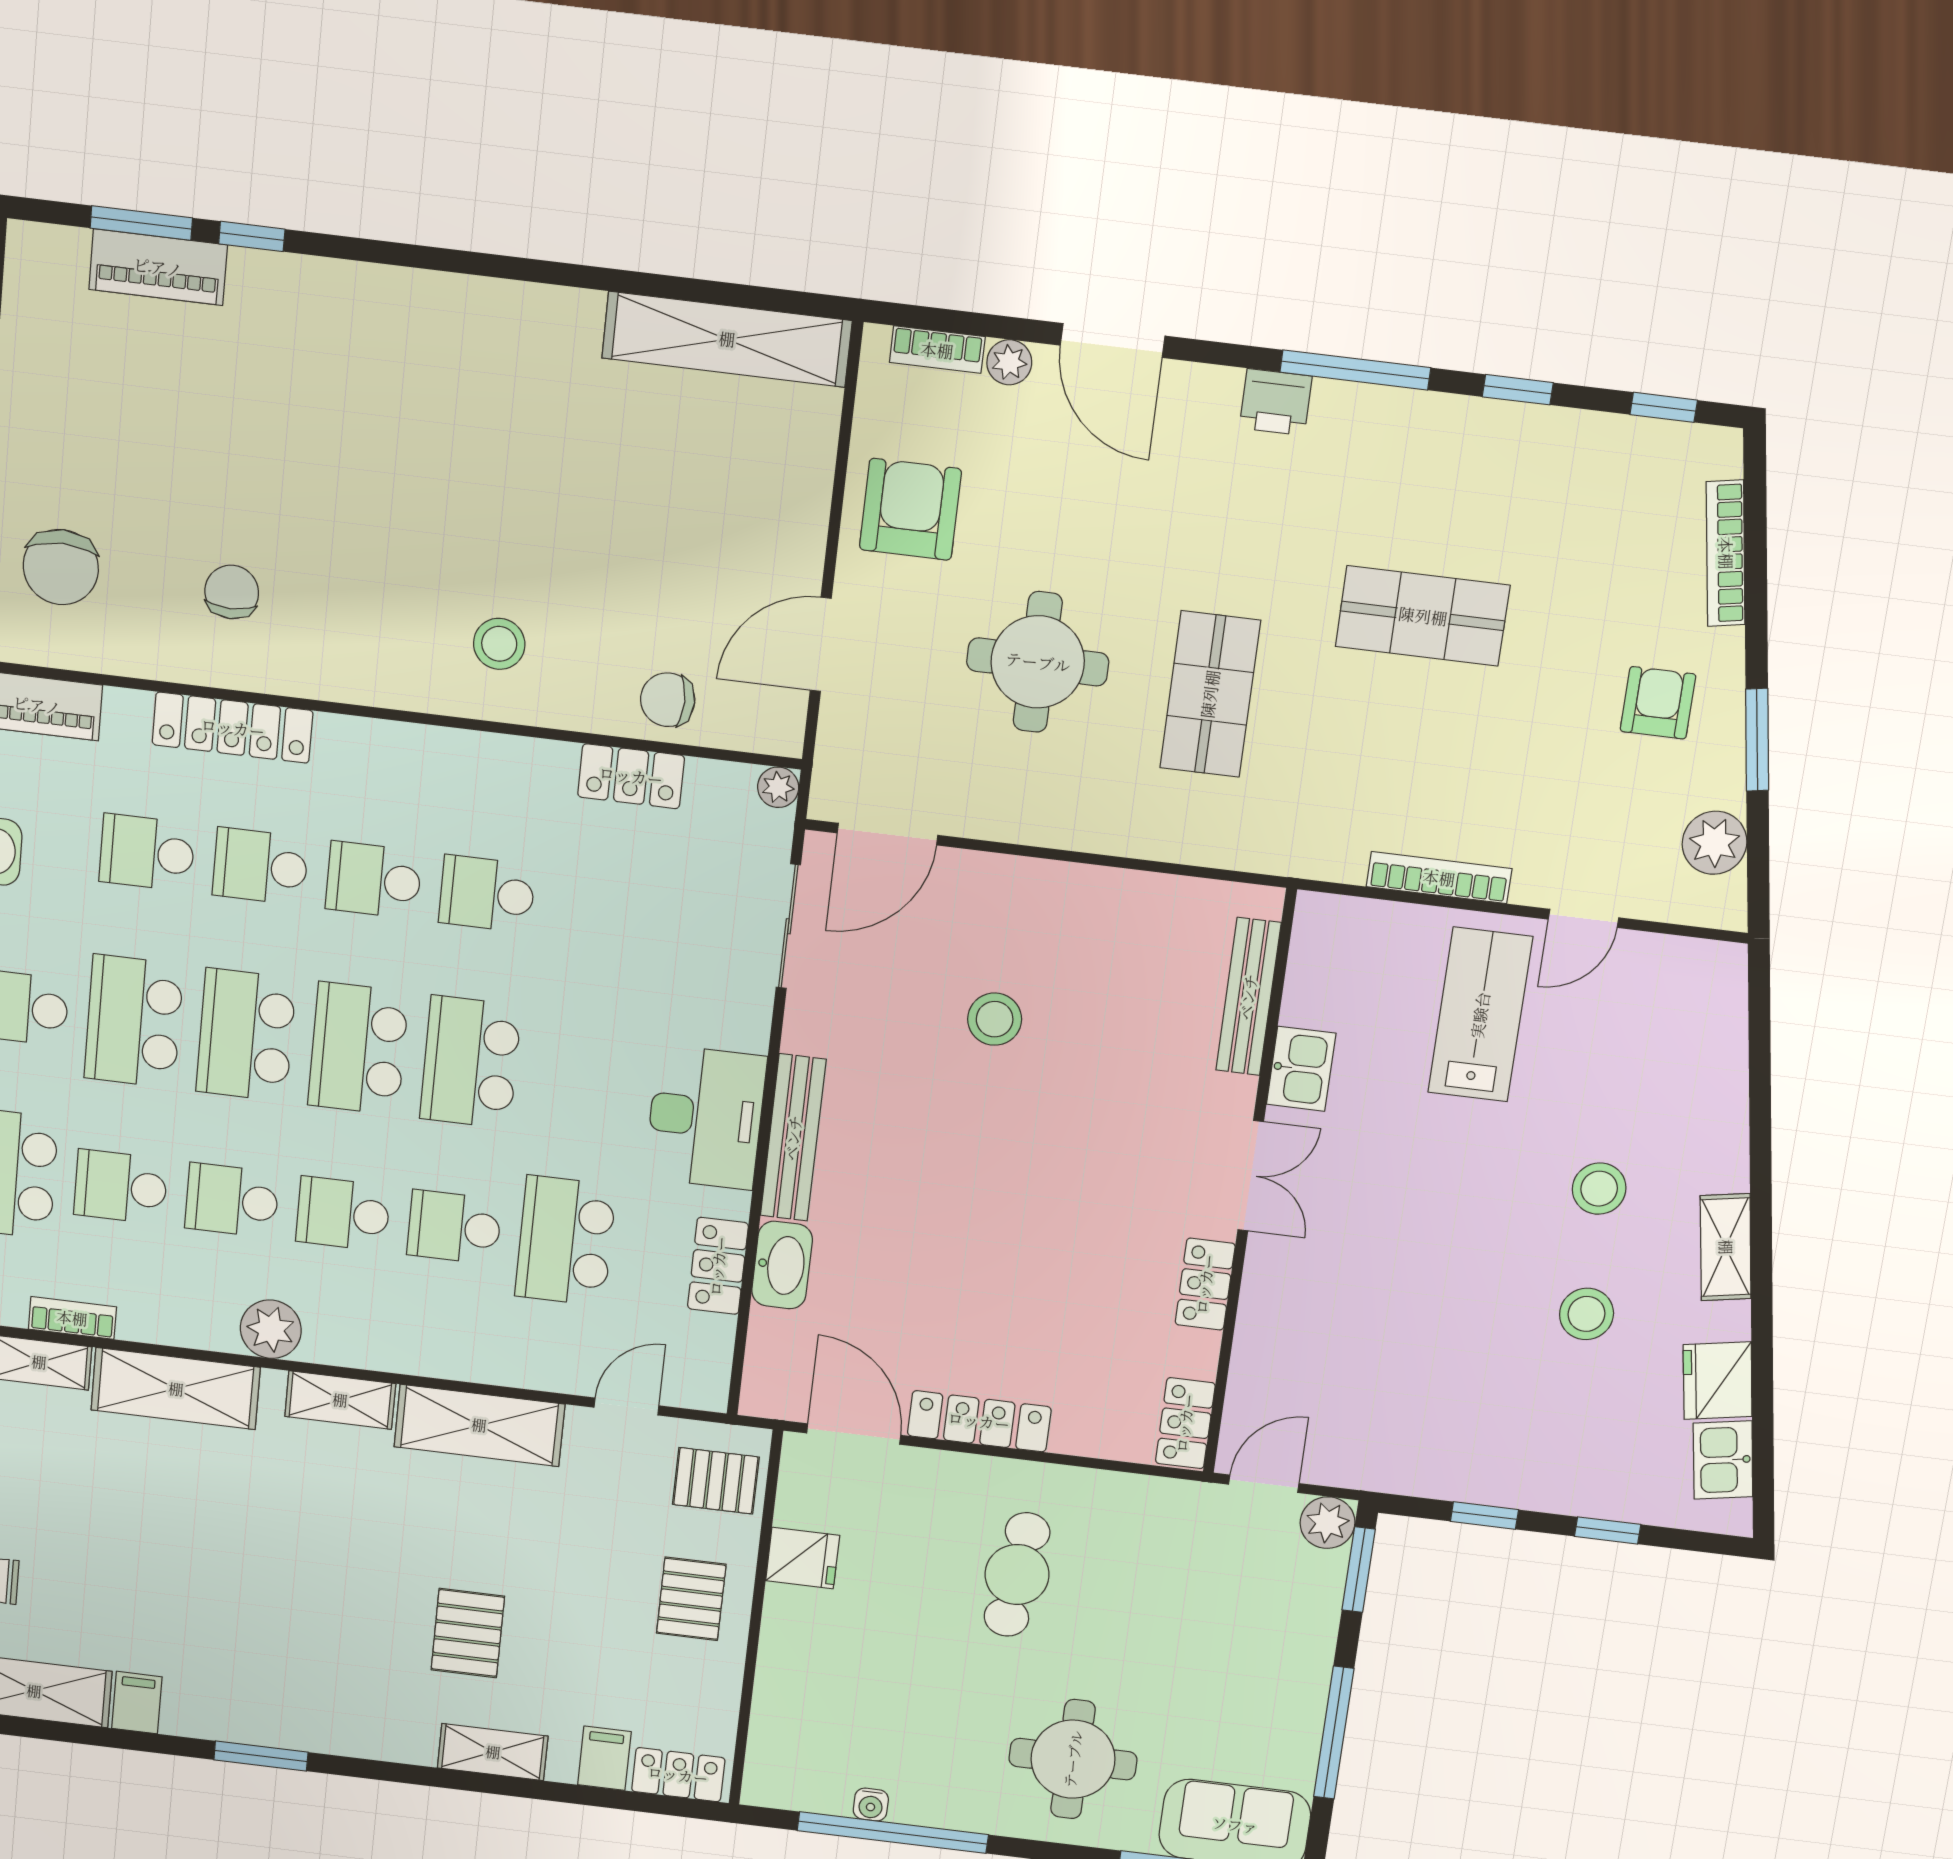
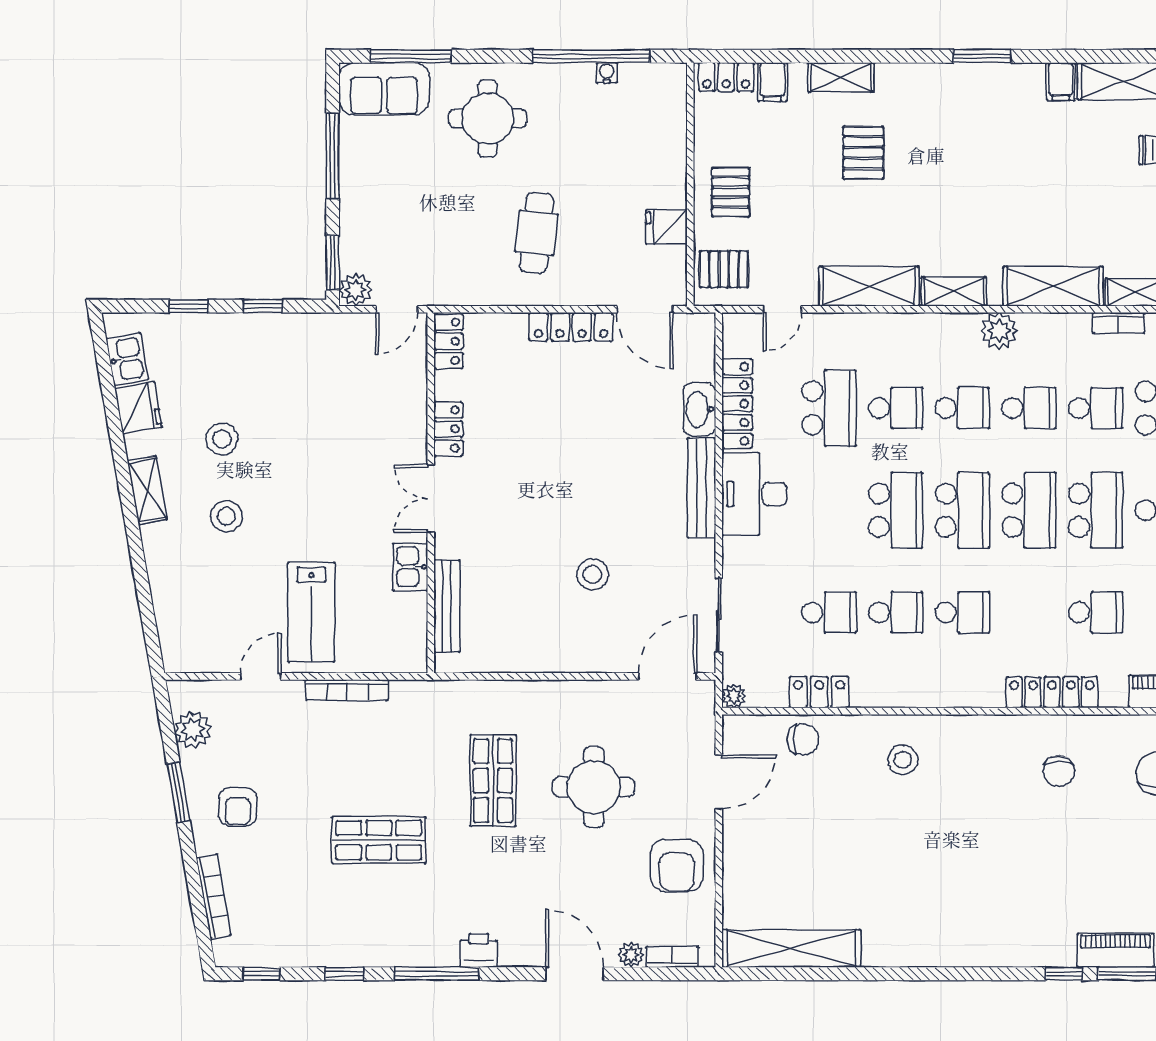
school desk: (260, 866) -> (829, 612), moved
locker: (718, 1266) -> (737, 404), width x1.53

